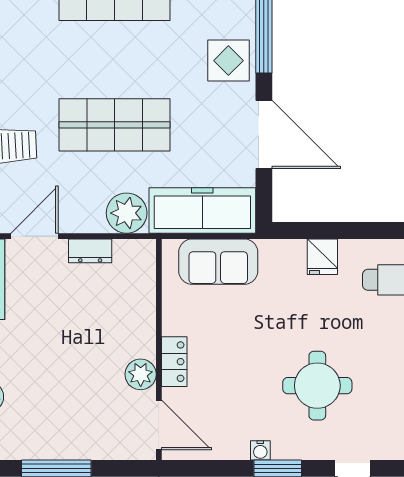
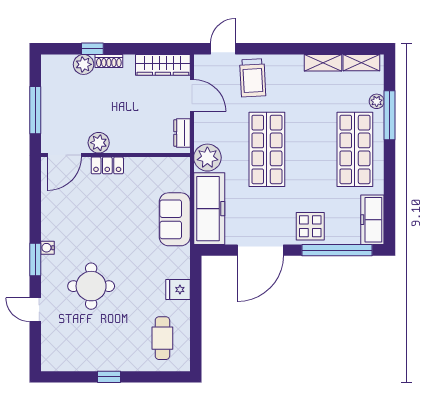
wall: (159, 349) -> (116, 155), moved
locker: (174, 362) -> (107, 165), moved
plant: (141, 374) -> (99, 143), moved
door: (159, 425) -> (65, 155), moved

